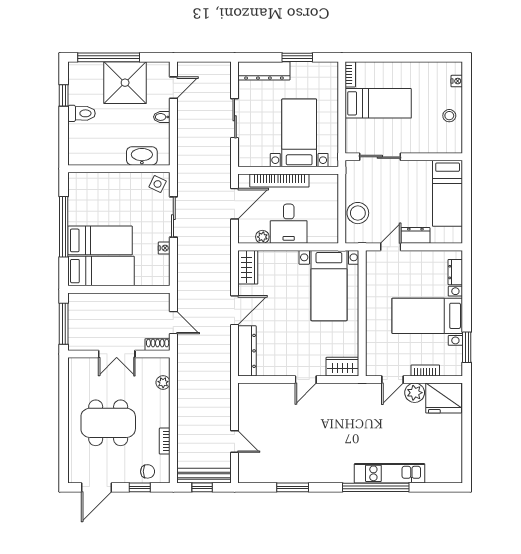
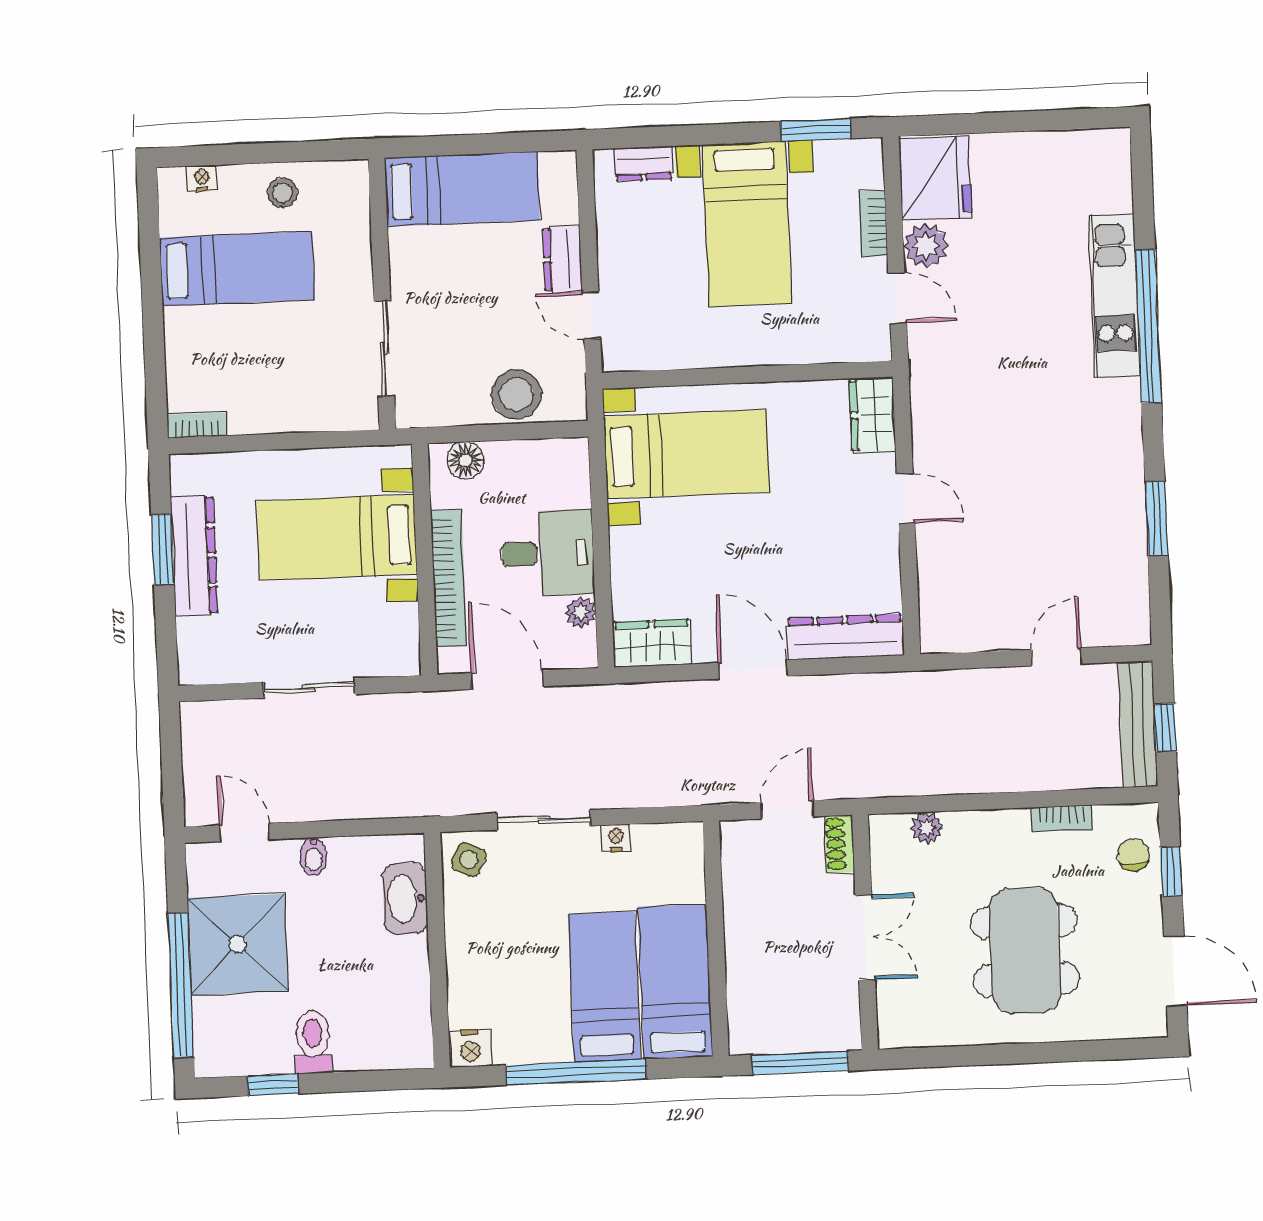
dresser: (264, 71) -> (194, 556), moved
bed: (378, 103) -> (237, 269), moved, turned 90
nightstand: (76, 181) -> (471, 1048), added
floor lamp: (330, 190) -> (465, 460), added

